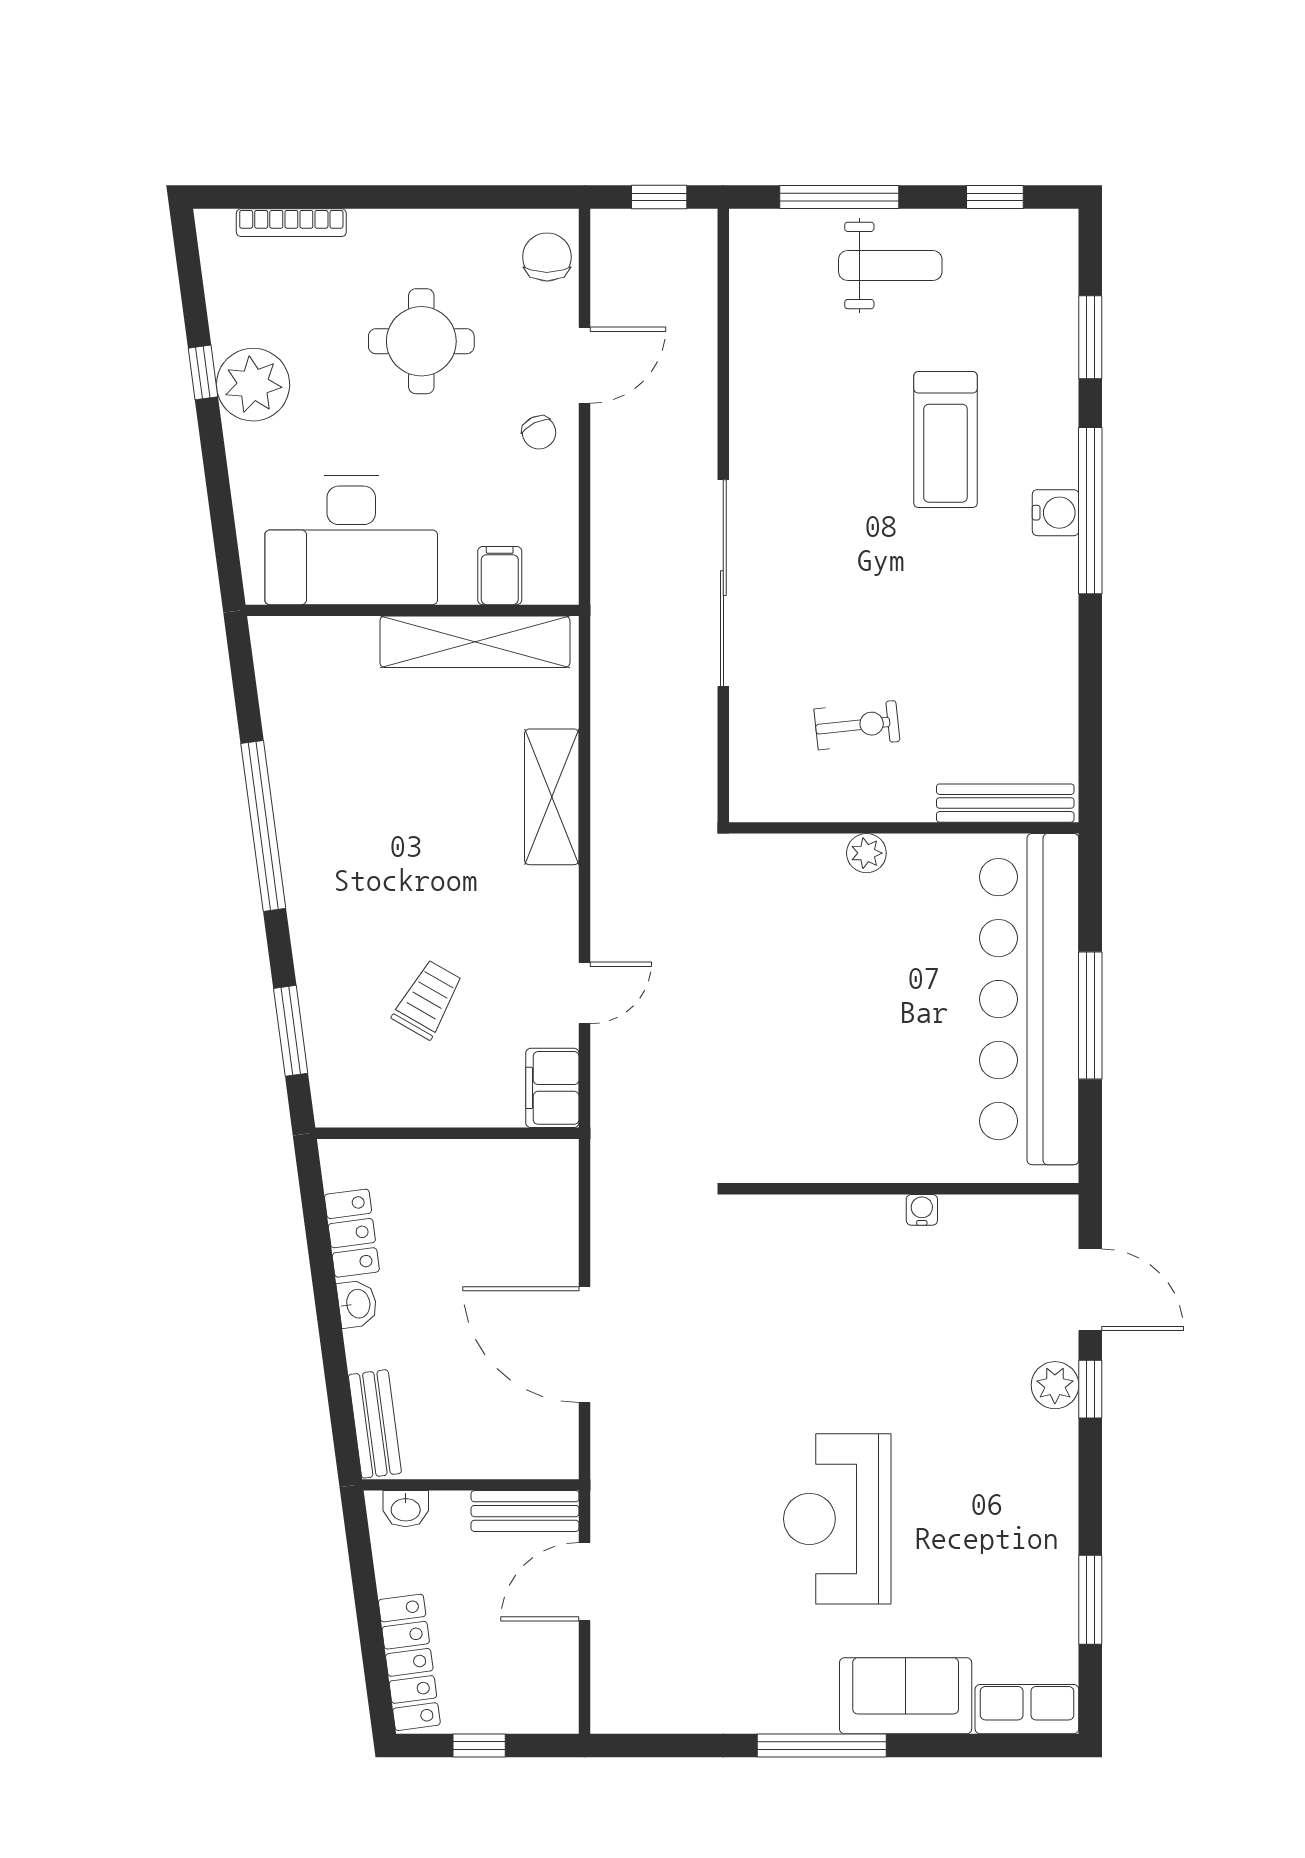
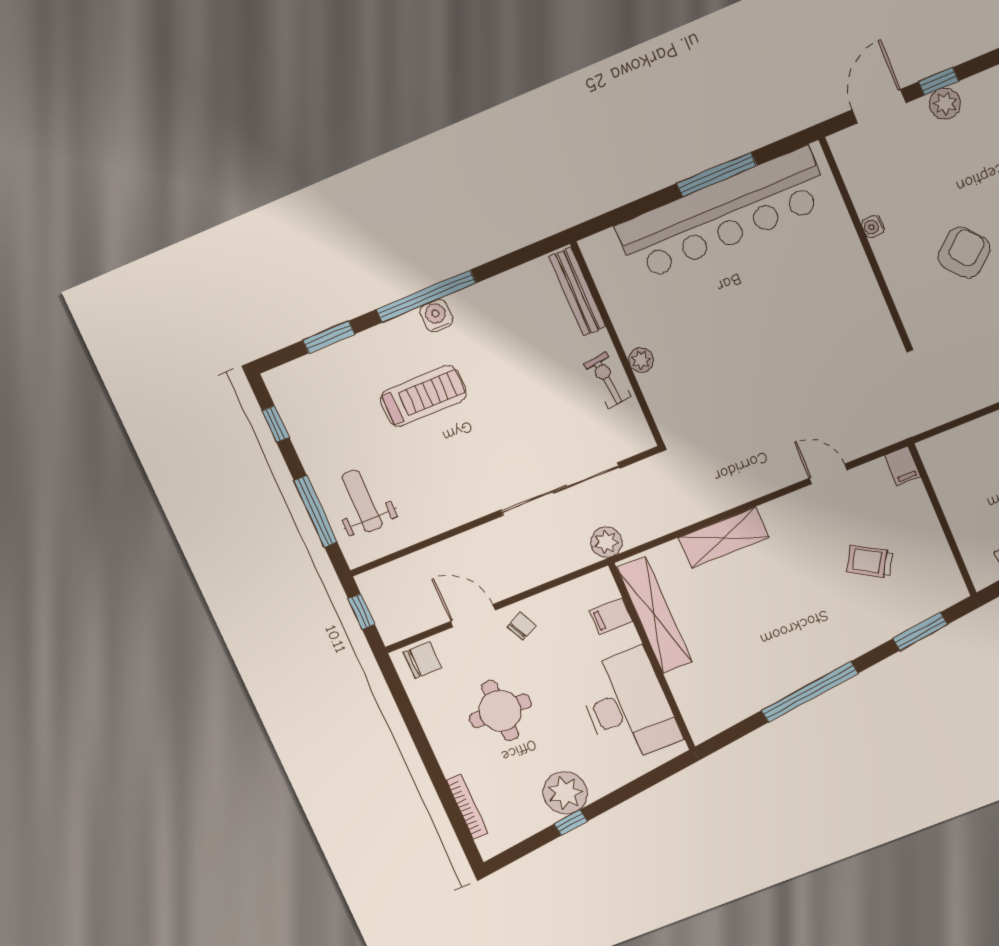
chair: (547, 257) -> (422, 660), turned 180
weight bench: (890, 265) -> (362, 501), moved
plant: (615, 618) -> (607, 542), added
bench: (1005, 803) -> (577, 291), moved
wall: (904, 828) -> (617, 344), moved
plant: (866, 853) -> (641, 360), moved
filing cabinet: (552, 1088) -> (903, 466), width x0.50
armchair: (830, 1326) -> (964, 253), added

